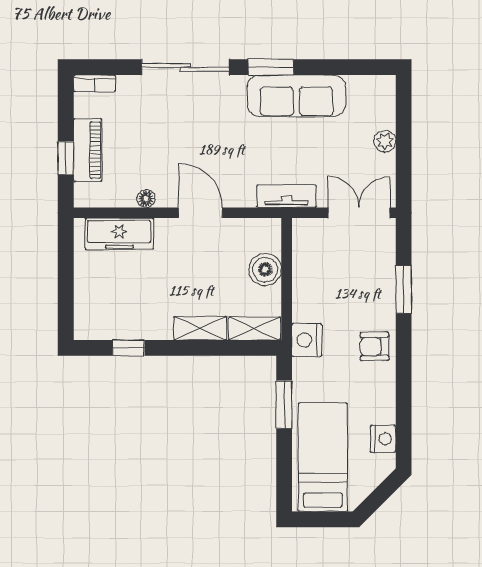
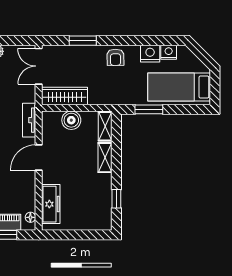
tv unit: (286, 196) -> (29, 120), moved
floor lamp: (146, 199) -> (30, 217), moved
wardrobe: (307, 258) -> (65, 96), added
nightstand: (307, 340) -> (150, 54), moved, turned 180

